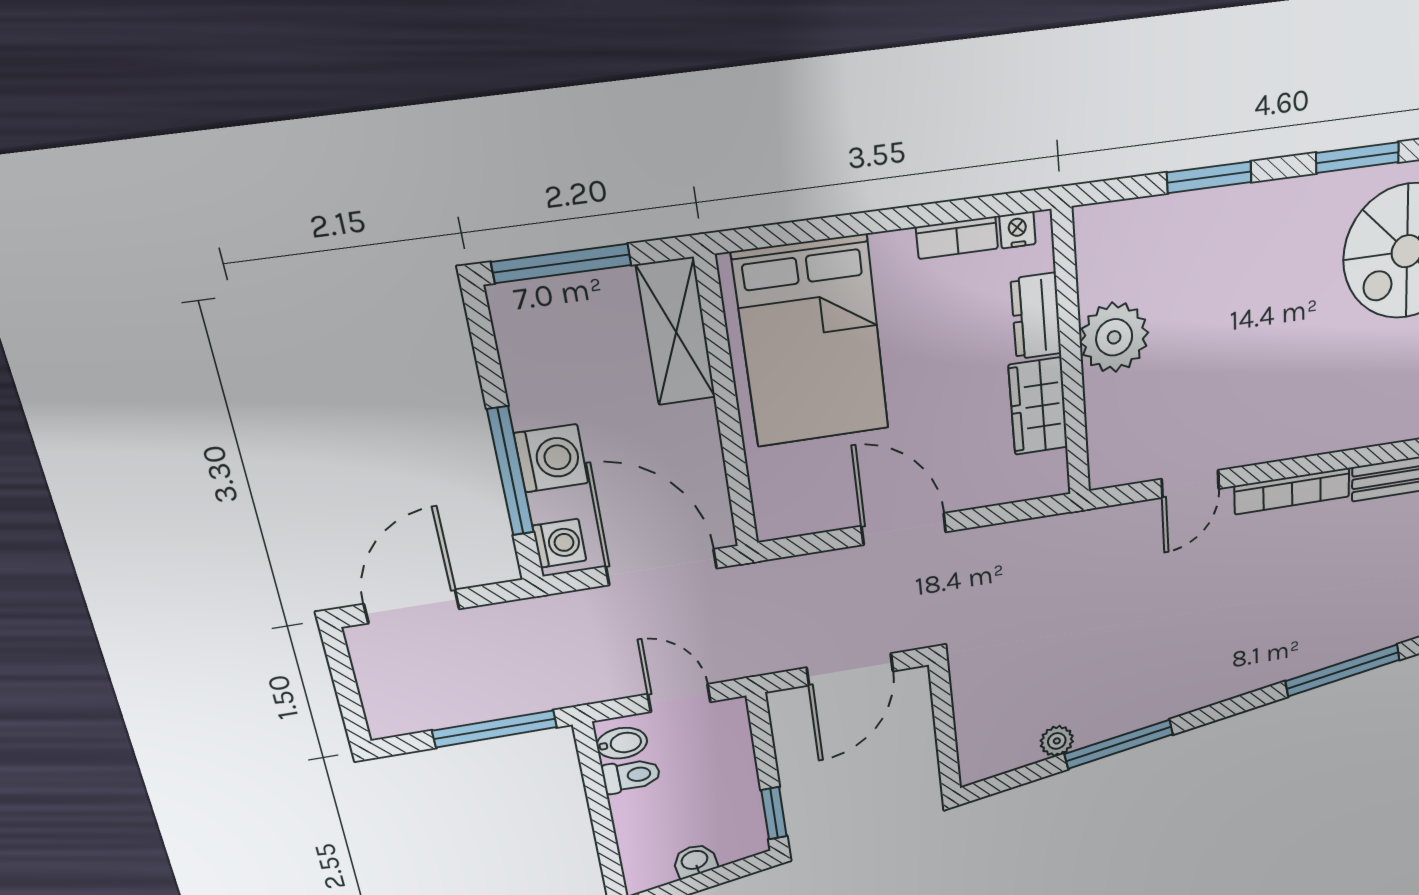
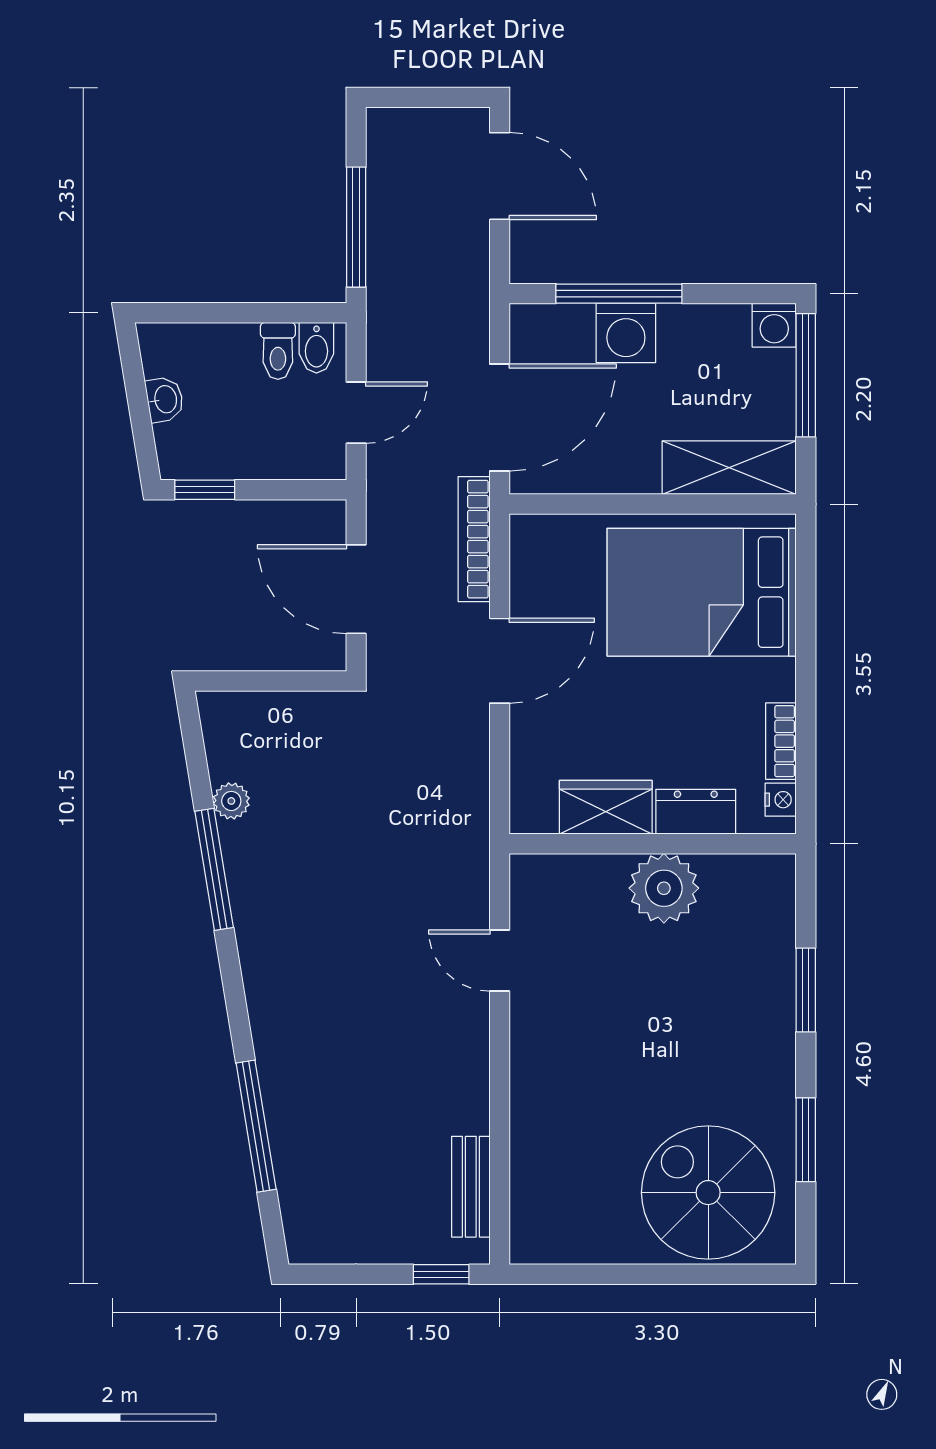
bookcase: (1292, 491) -> (474, 539), moved
washing machine: (559, 543) -> (774, 325), moved

